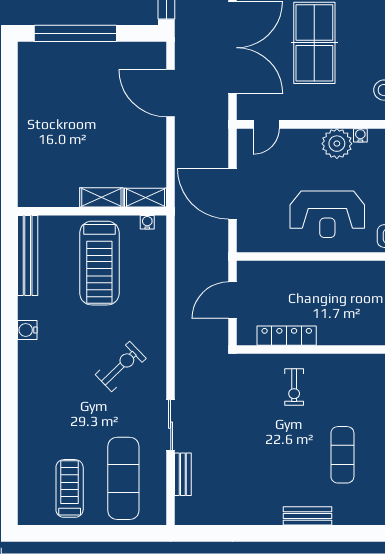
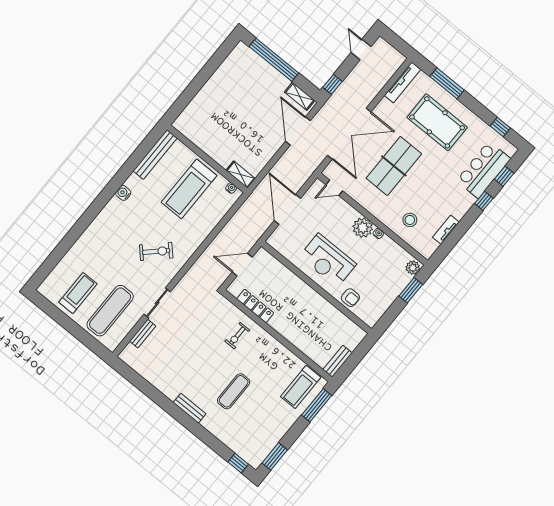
shelving: (101, 197) -> (300, 96), moved

